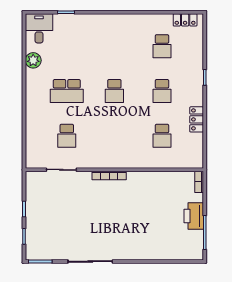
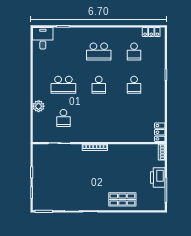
plant: (33, 60) -> (39, 106), moved
locker: (197, 119) -> (160, 132), moved
school desk: (162, 136) -> (99, 52), moved, width x1.85
shop shelf: (146, 246) -> (122, 199), added

